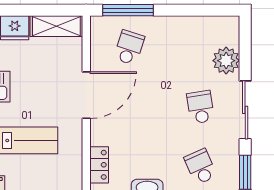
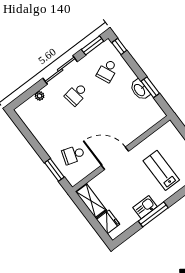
window: (128, 10) -> (54, 170), width x0.69
plant: (226, 61) -> (40, 96), width x0.53, depth x0.53
locker: (99, 165) -> (146, 124), removed

